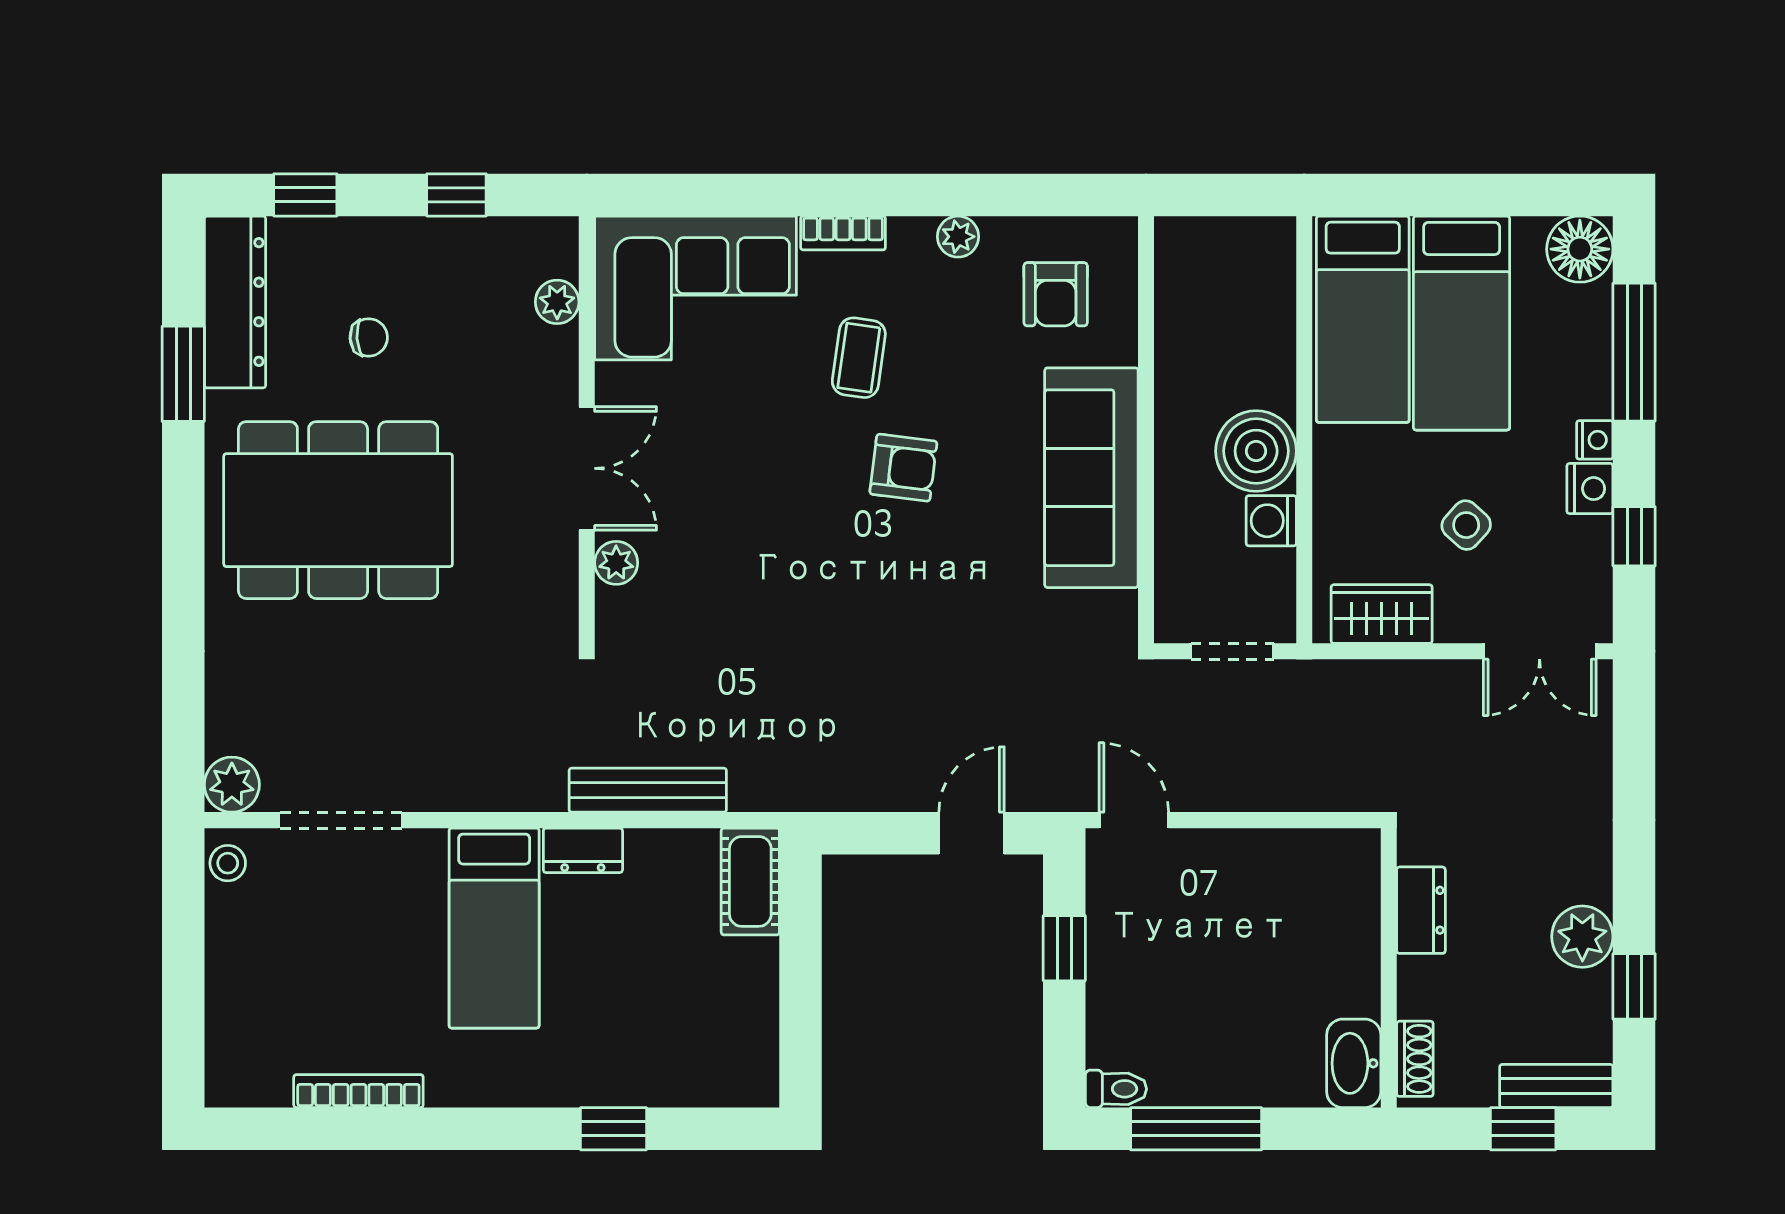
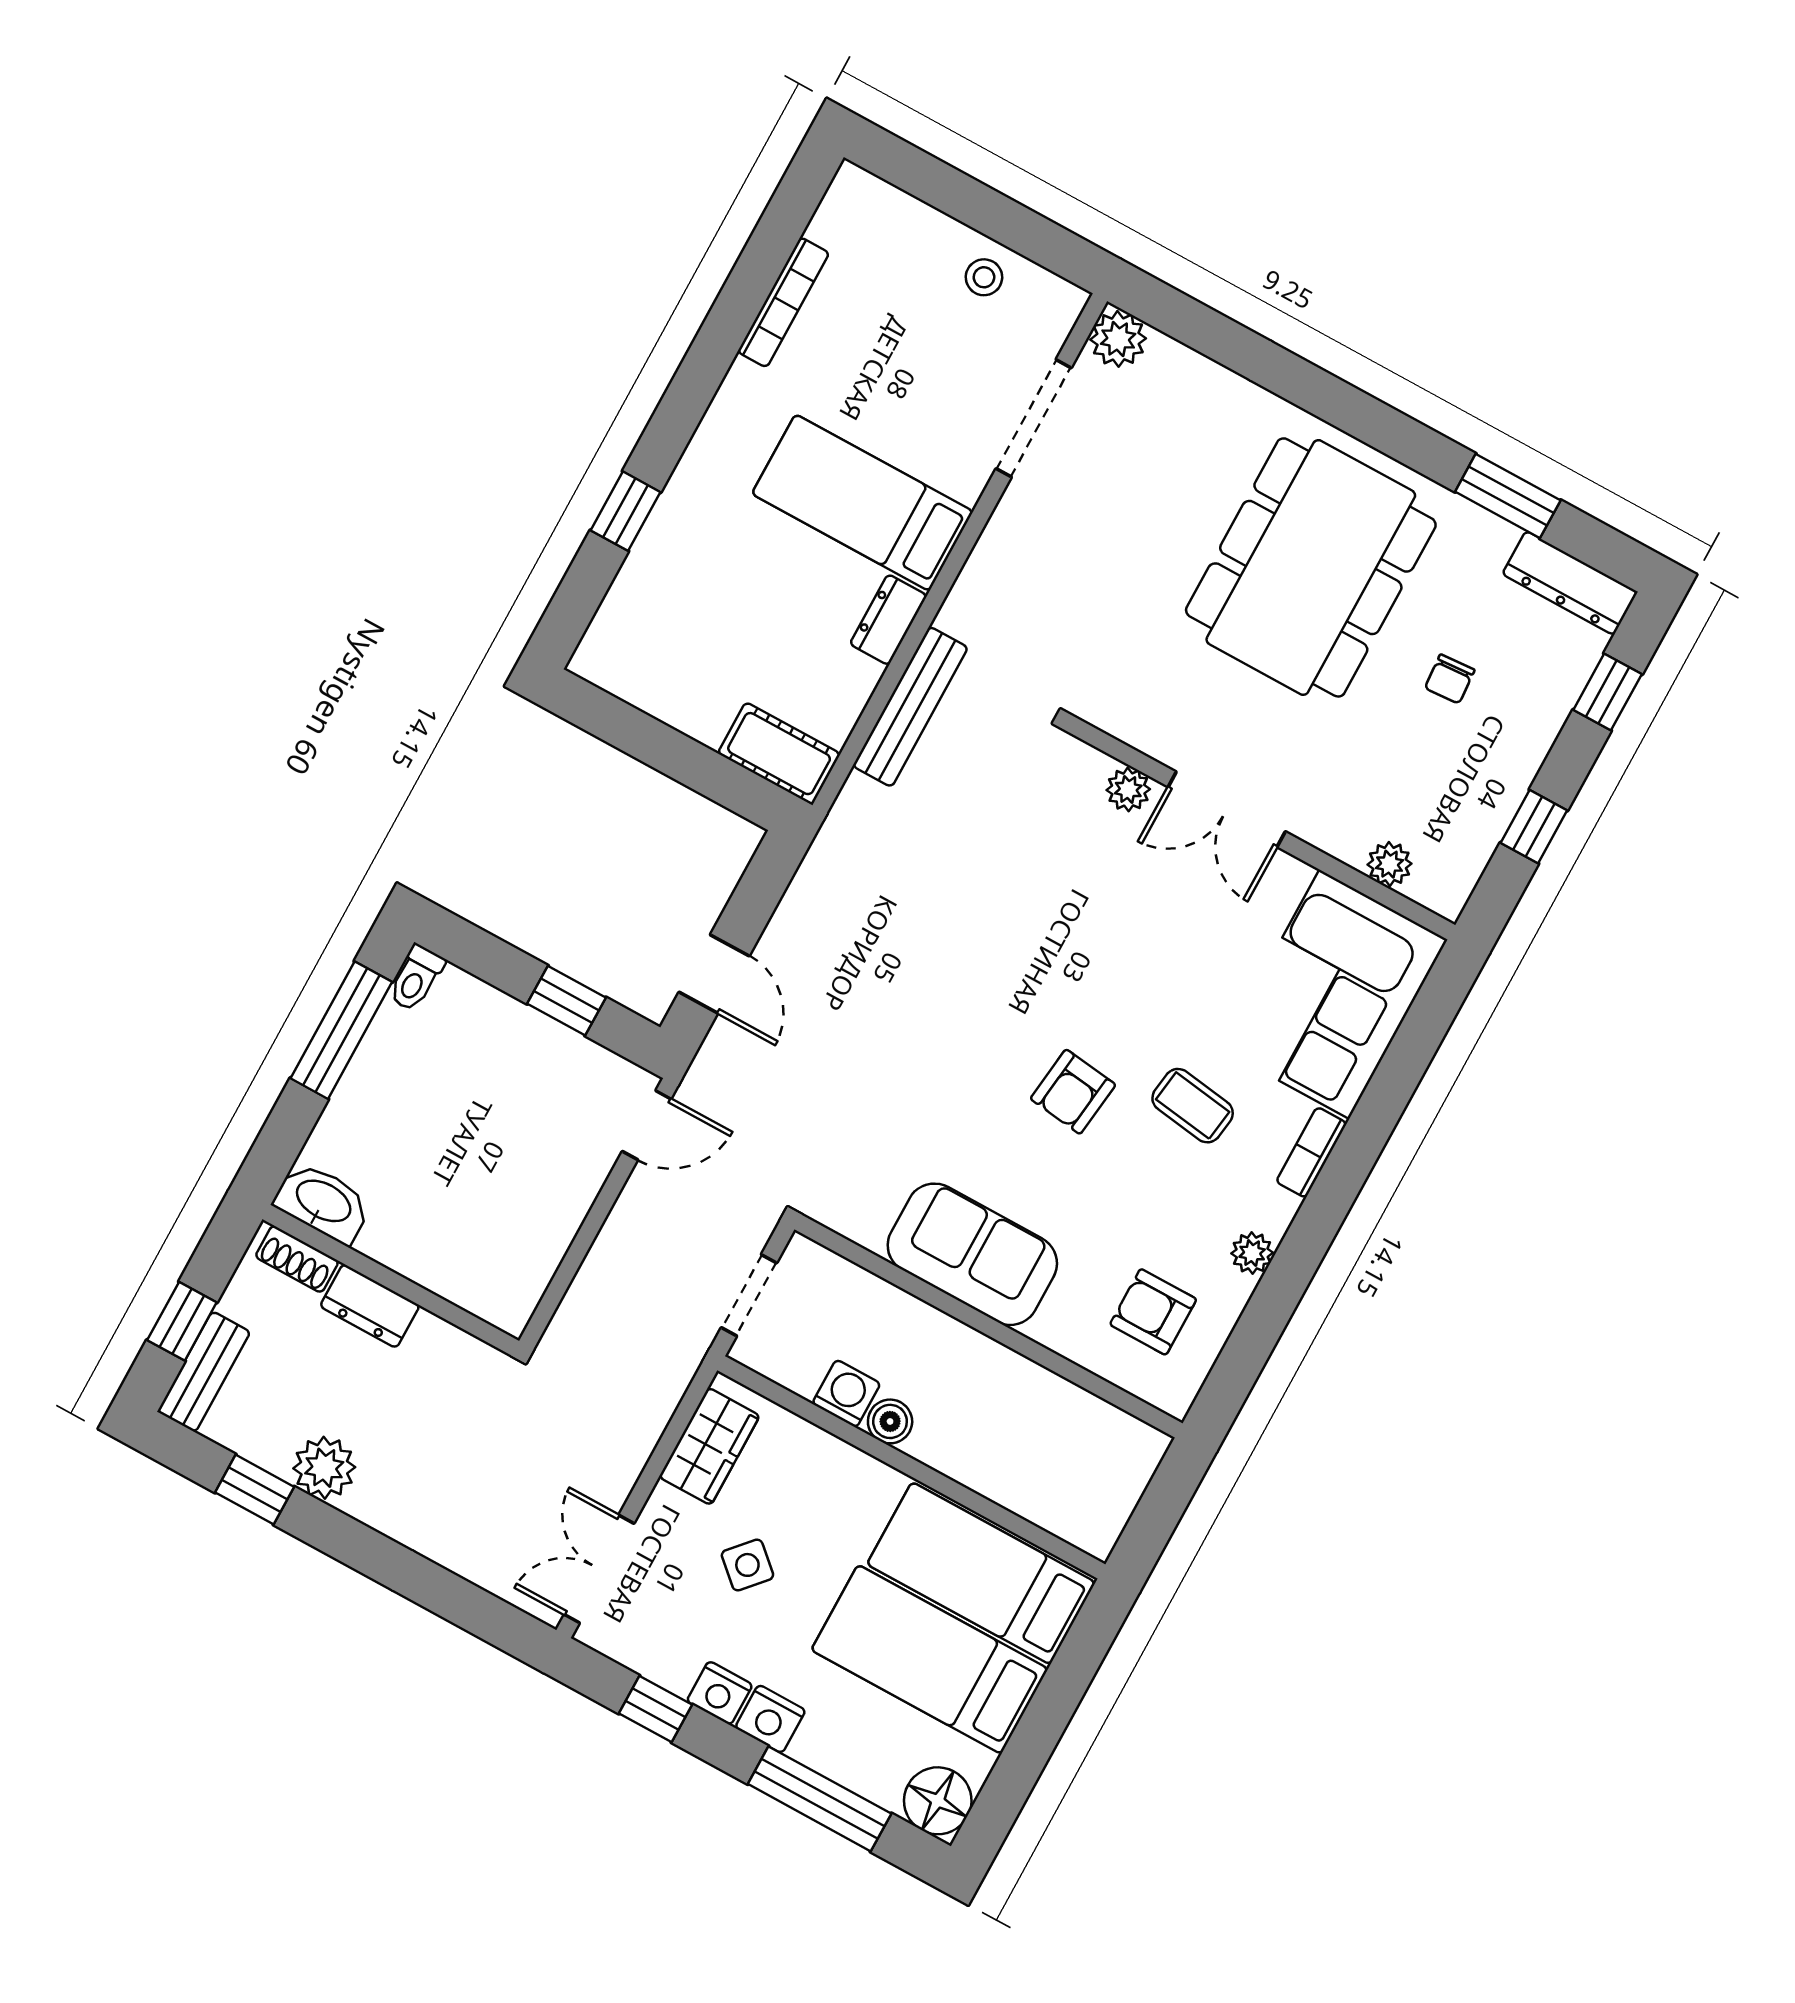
dresser: (235, 302) -> (1570, 583), width x0.73, depth x0.80
nightstand: (1595, 440) -> (770, 1719), width x1.39, depth x1.35
boiler: (1256, 451) -> (890, 1421), width x0.54, depth x0.54
sofa: (1091, 478) -> (972, 1254), width x0.73
stool: (228, 863) -> (984, 277), moved
dresser: (1421, 910) -> (370, 1306), moved

